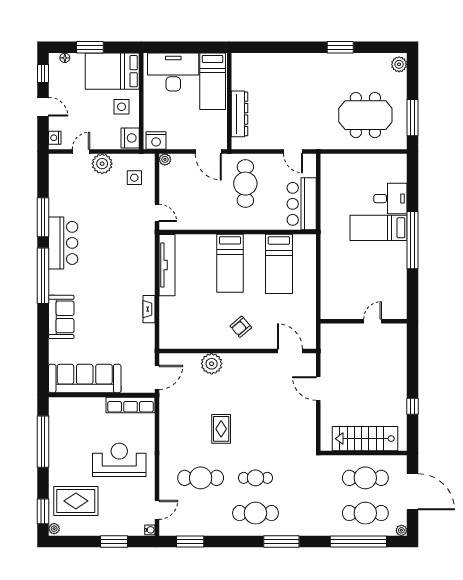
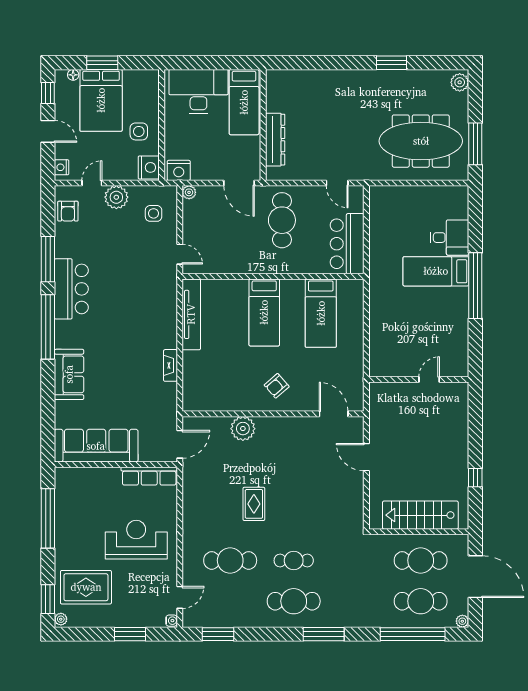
bed: (112, 71) -> (101, 100), moved, turned -90
meeting table: (365, 115) -> (421, 141), width x1.36
armchair: (60, 176) -> (68, 211), added

